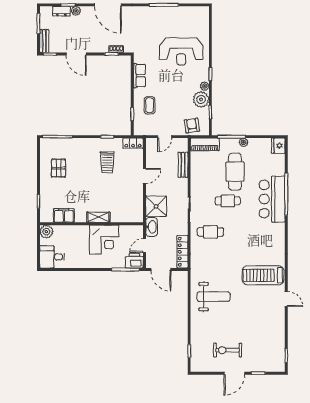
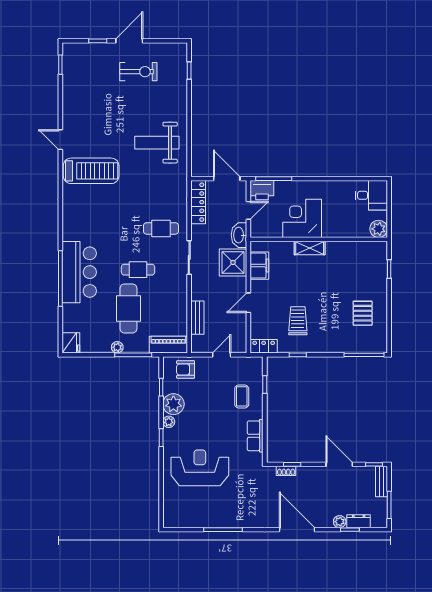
armchair: (192, 126) -> (186, 370), turned 99
filing cabinet: (64, 215) -> (259, 266), moved, turned -90

